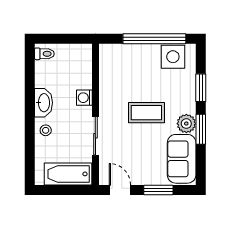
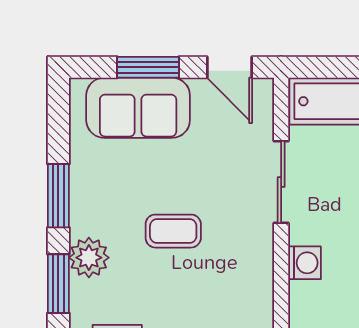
coffee table: (146, 113) -> (173, 231), width x0.73, depth x0.77
plant: (186, 124) -> (89, 258), moved
sofa: (182, 159) -> (138, 108), moved, turned 90

